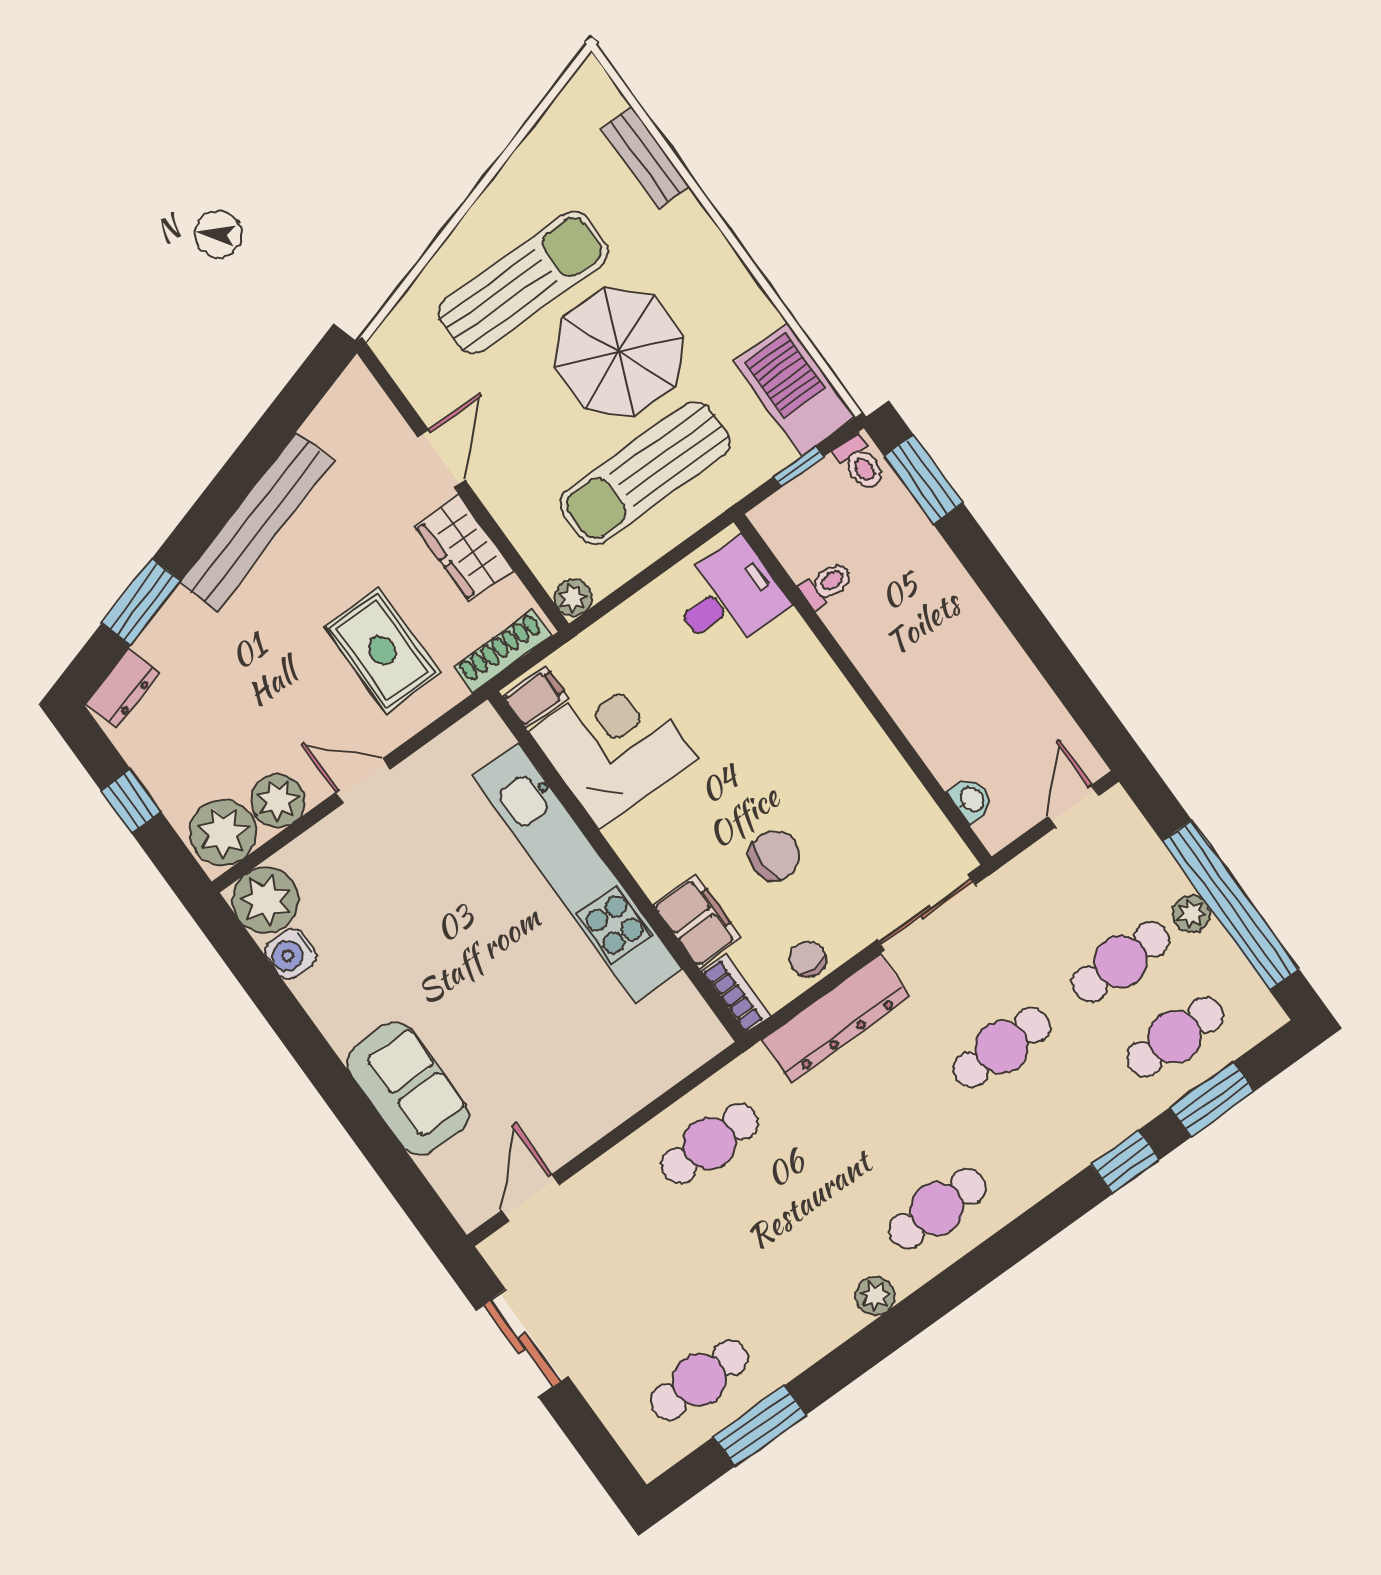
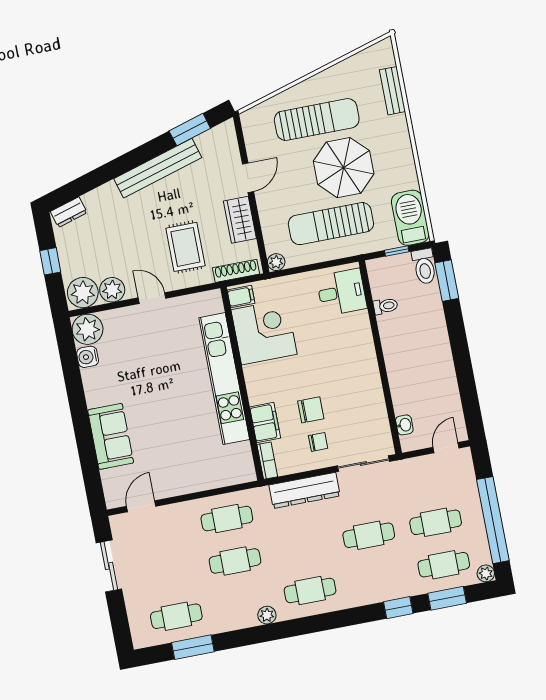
toilet: (860, 463) -> (424, 266), width x1.37, depth x1.39
window: (141, 602) -> (190, 130), moved
plant: (1191, 914) -> (486, 573), moved
chair: (808, 959) -> (318, 442), moved, turned 90
cafe table: (764, 1219) -> (235, 561), added

